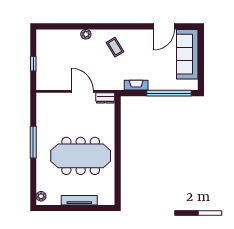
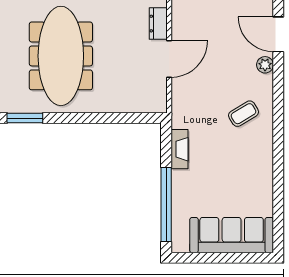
door: (164, 26) -> (278, 34), moved
dresser: (105, 98) -> (158, 24), moved
window: (118, 177) -> (25, 118), added

